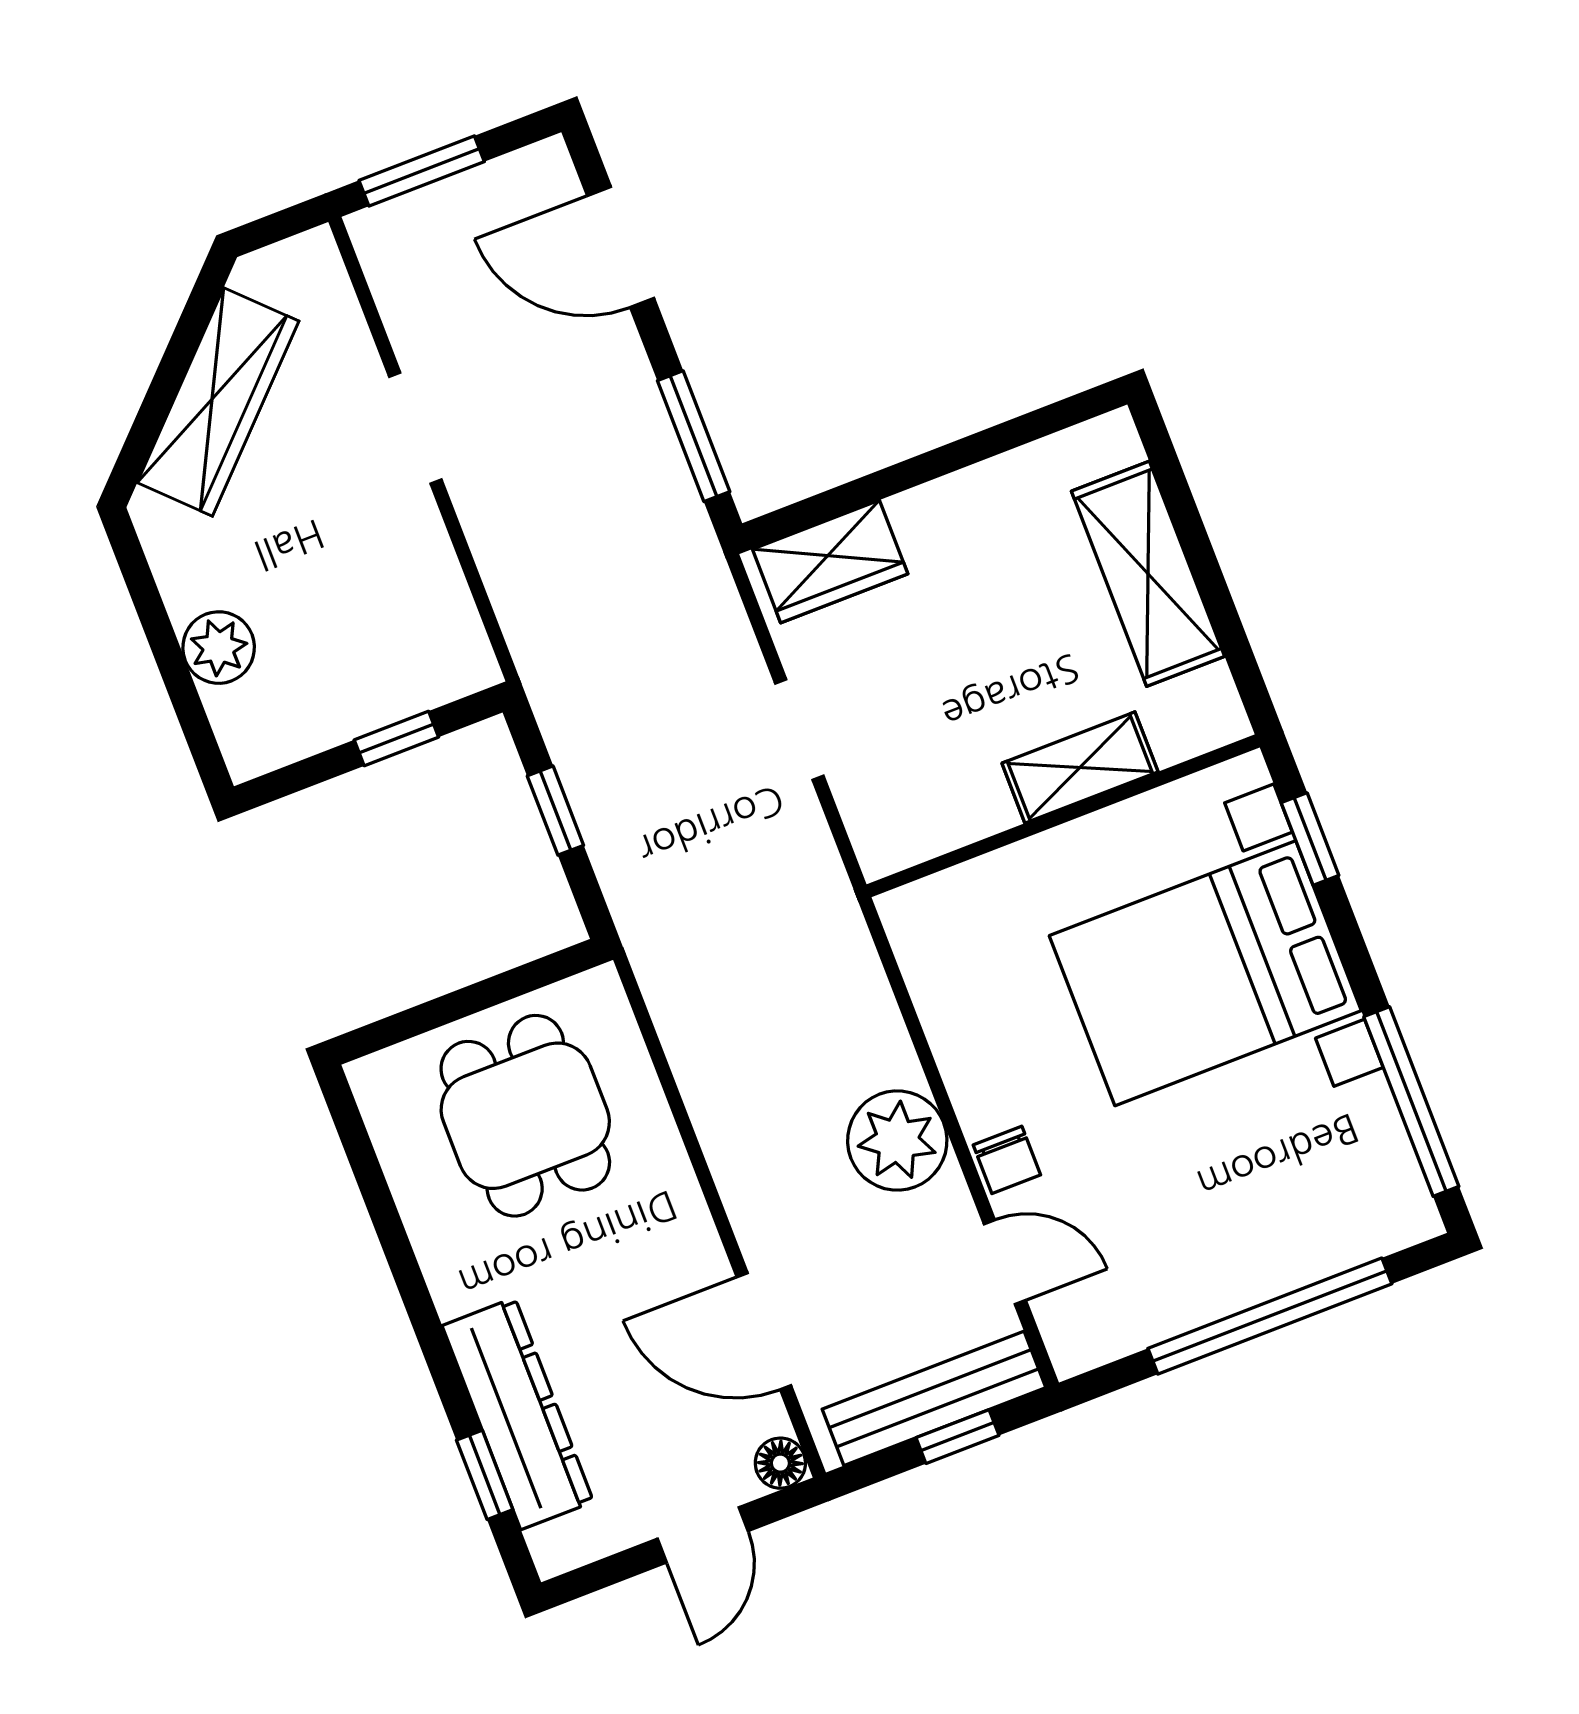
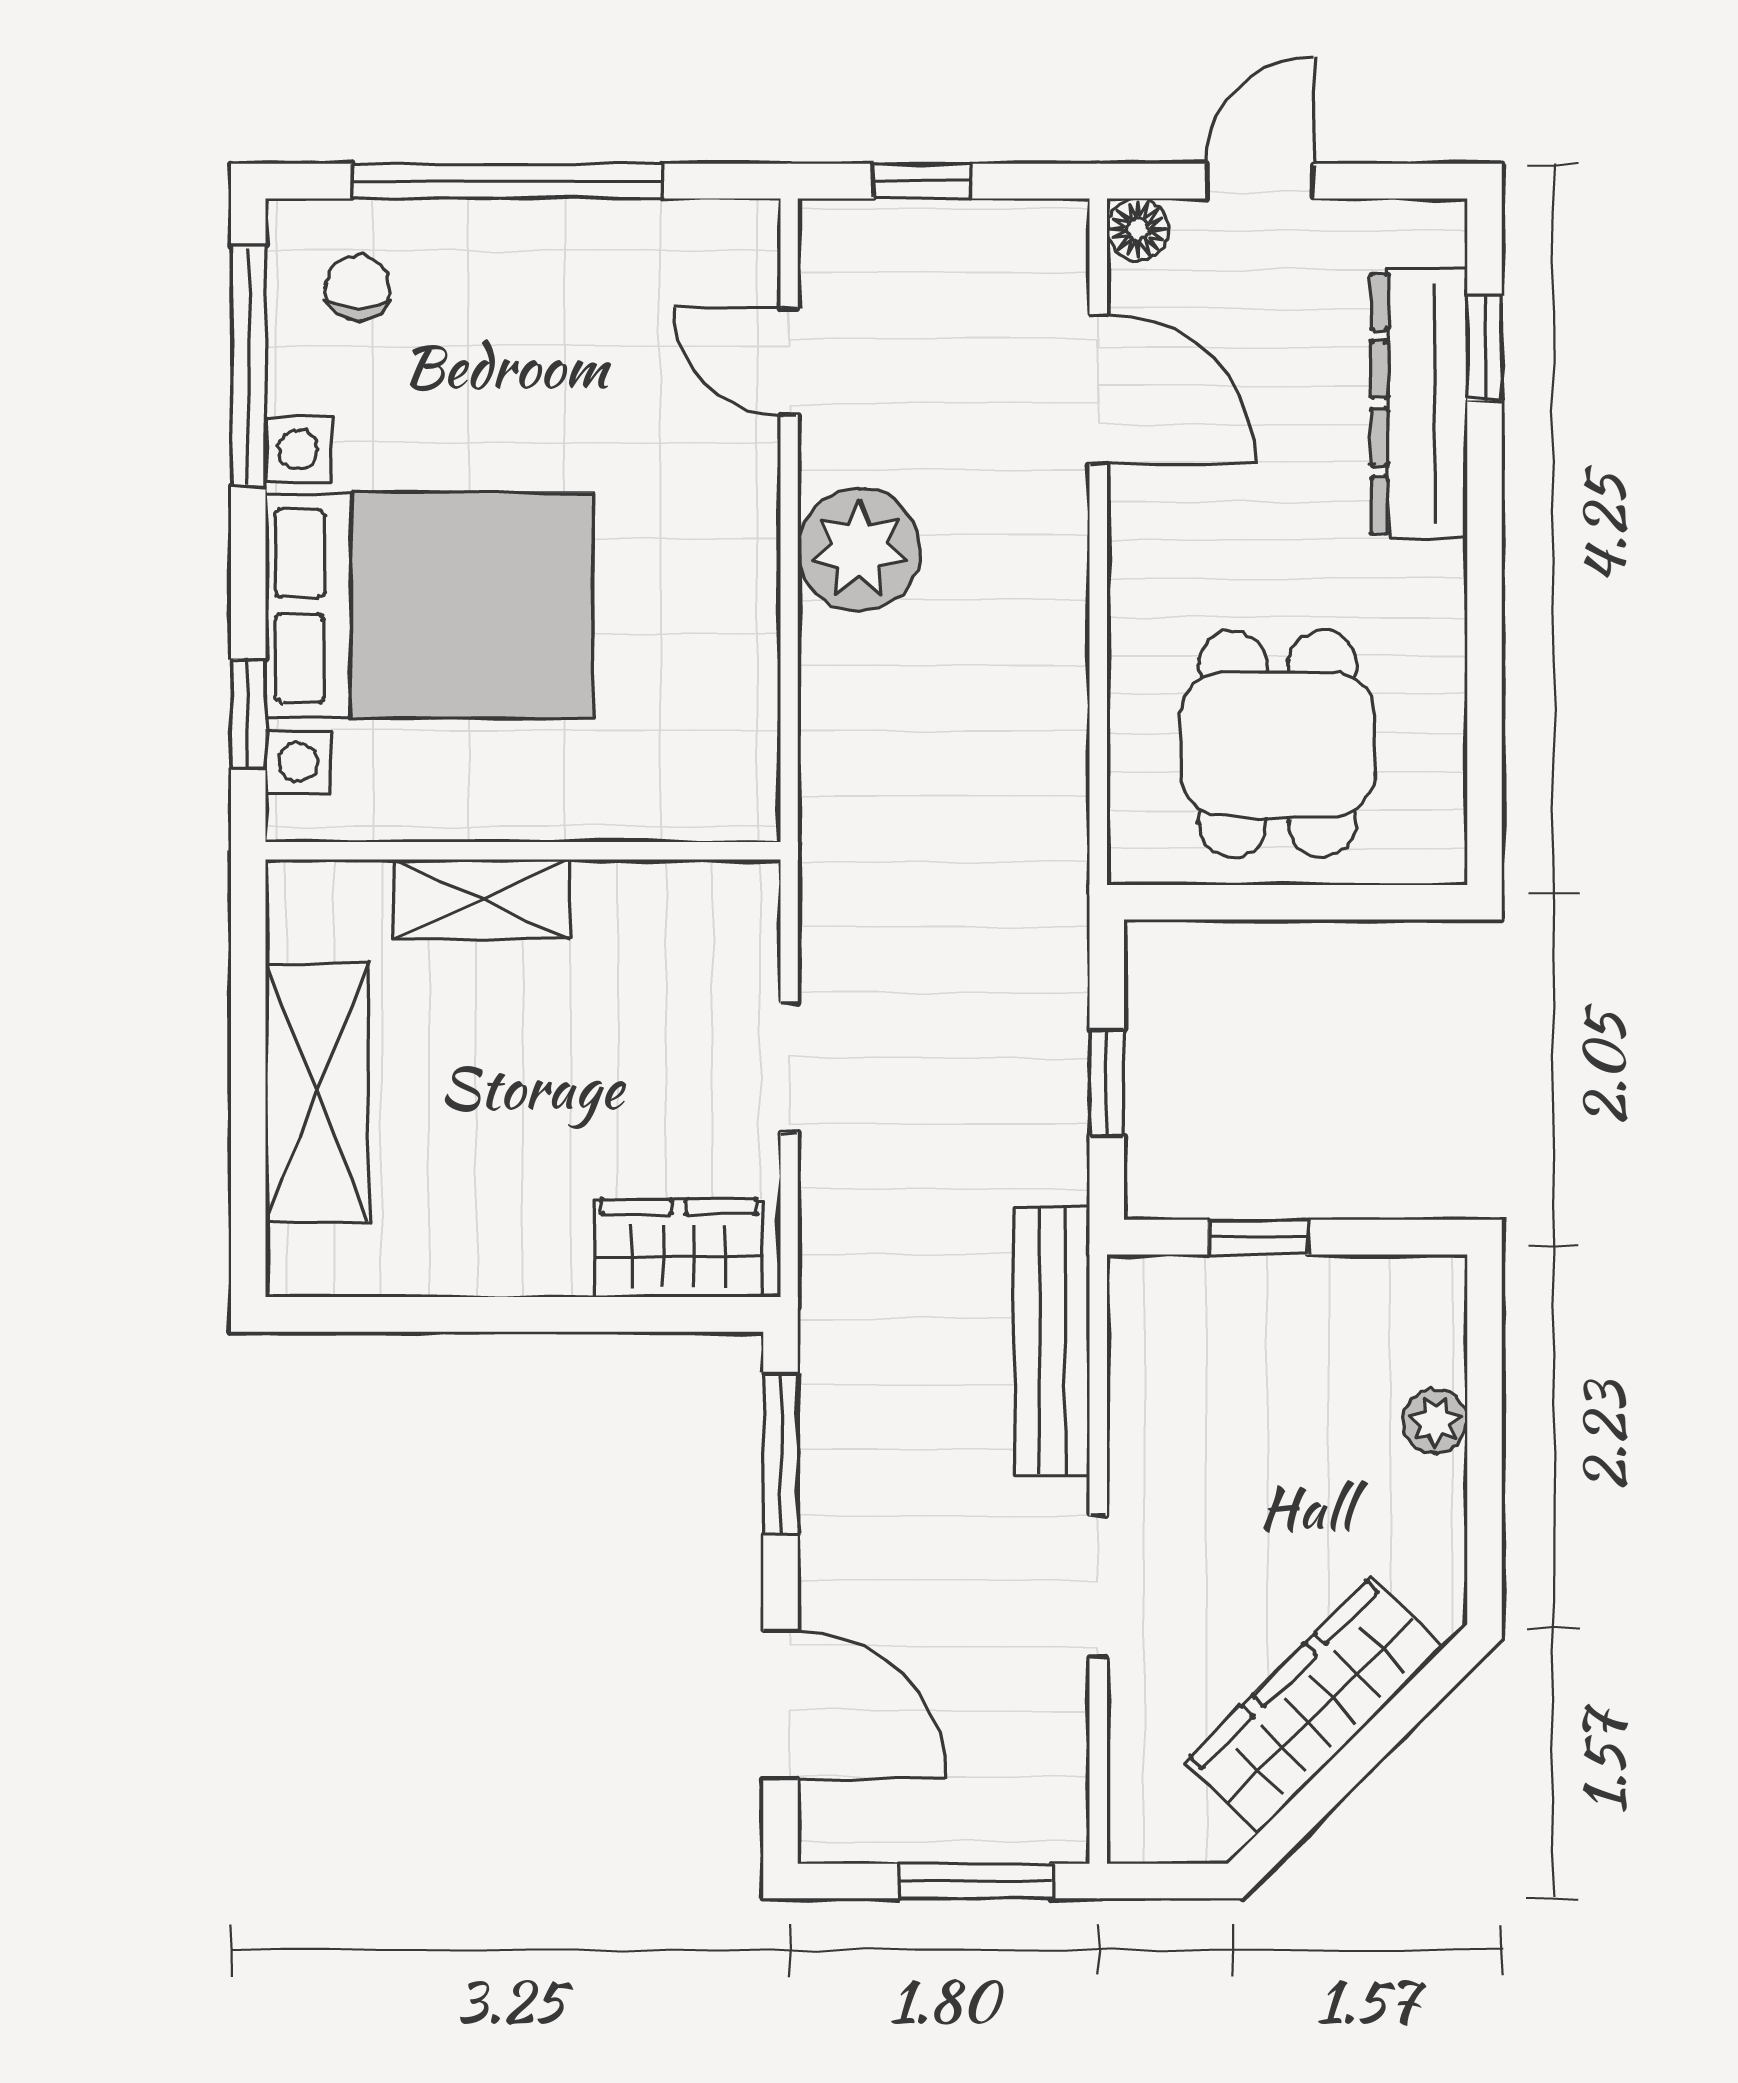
plant: (219, 648) -> (1435, 1421), width x0.73, depth x0.73
chair: (1007, 1160) -> (358, 287), moved
bench: (934, 1398) -> (1052, 1341), moved, turned 90

